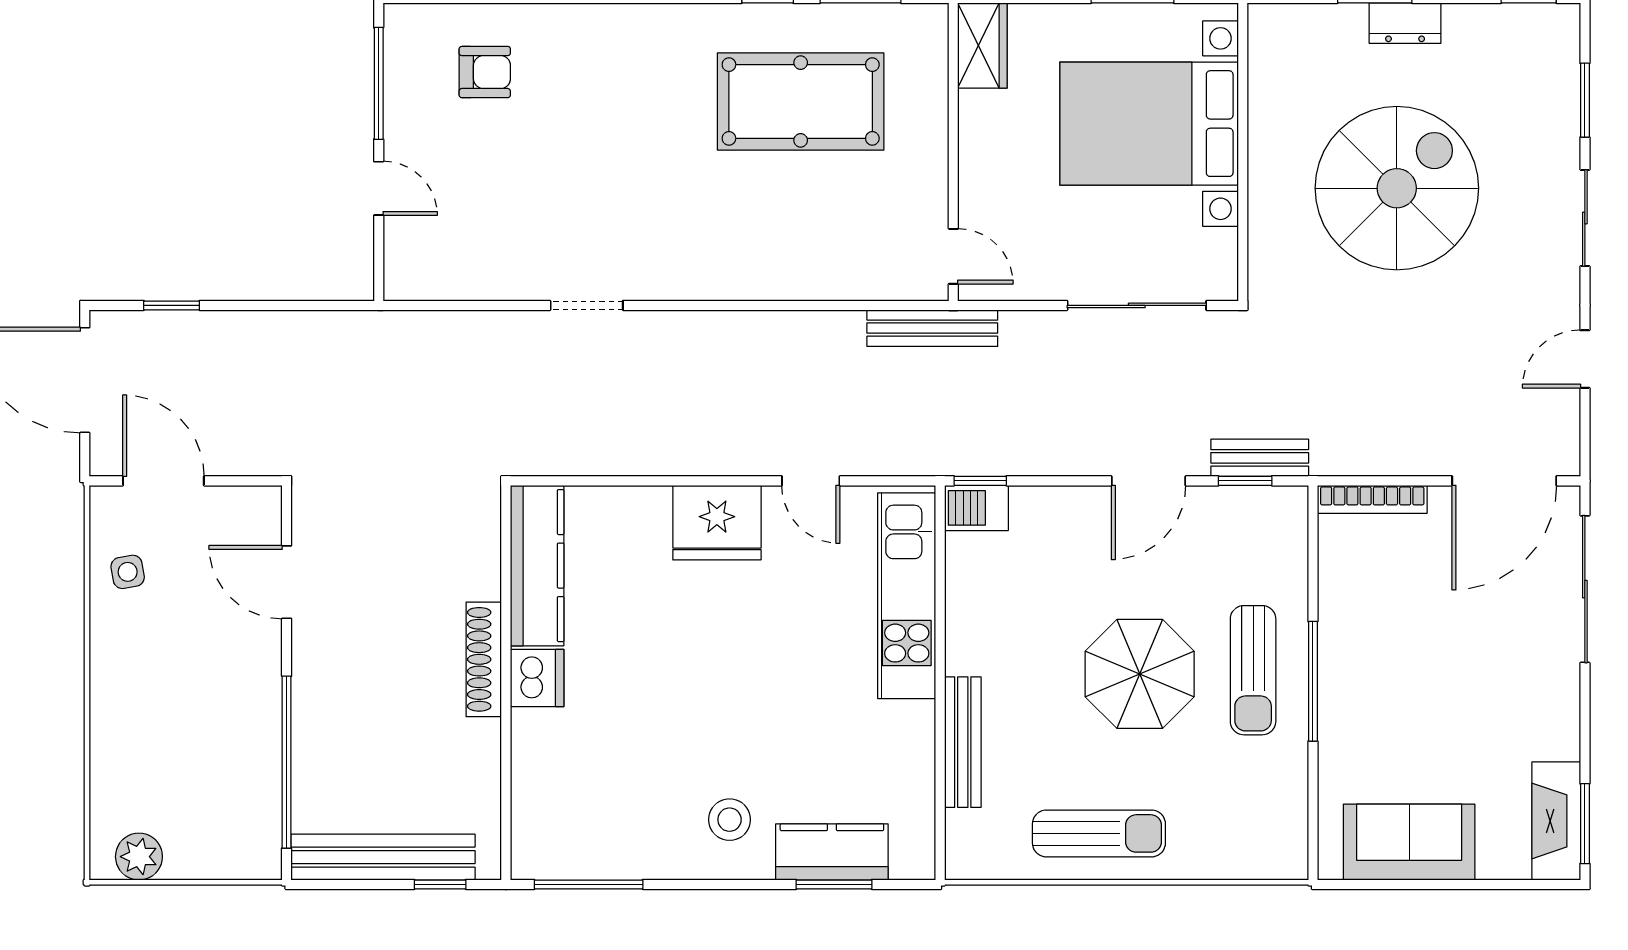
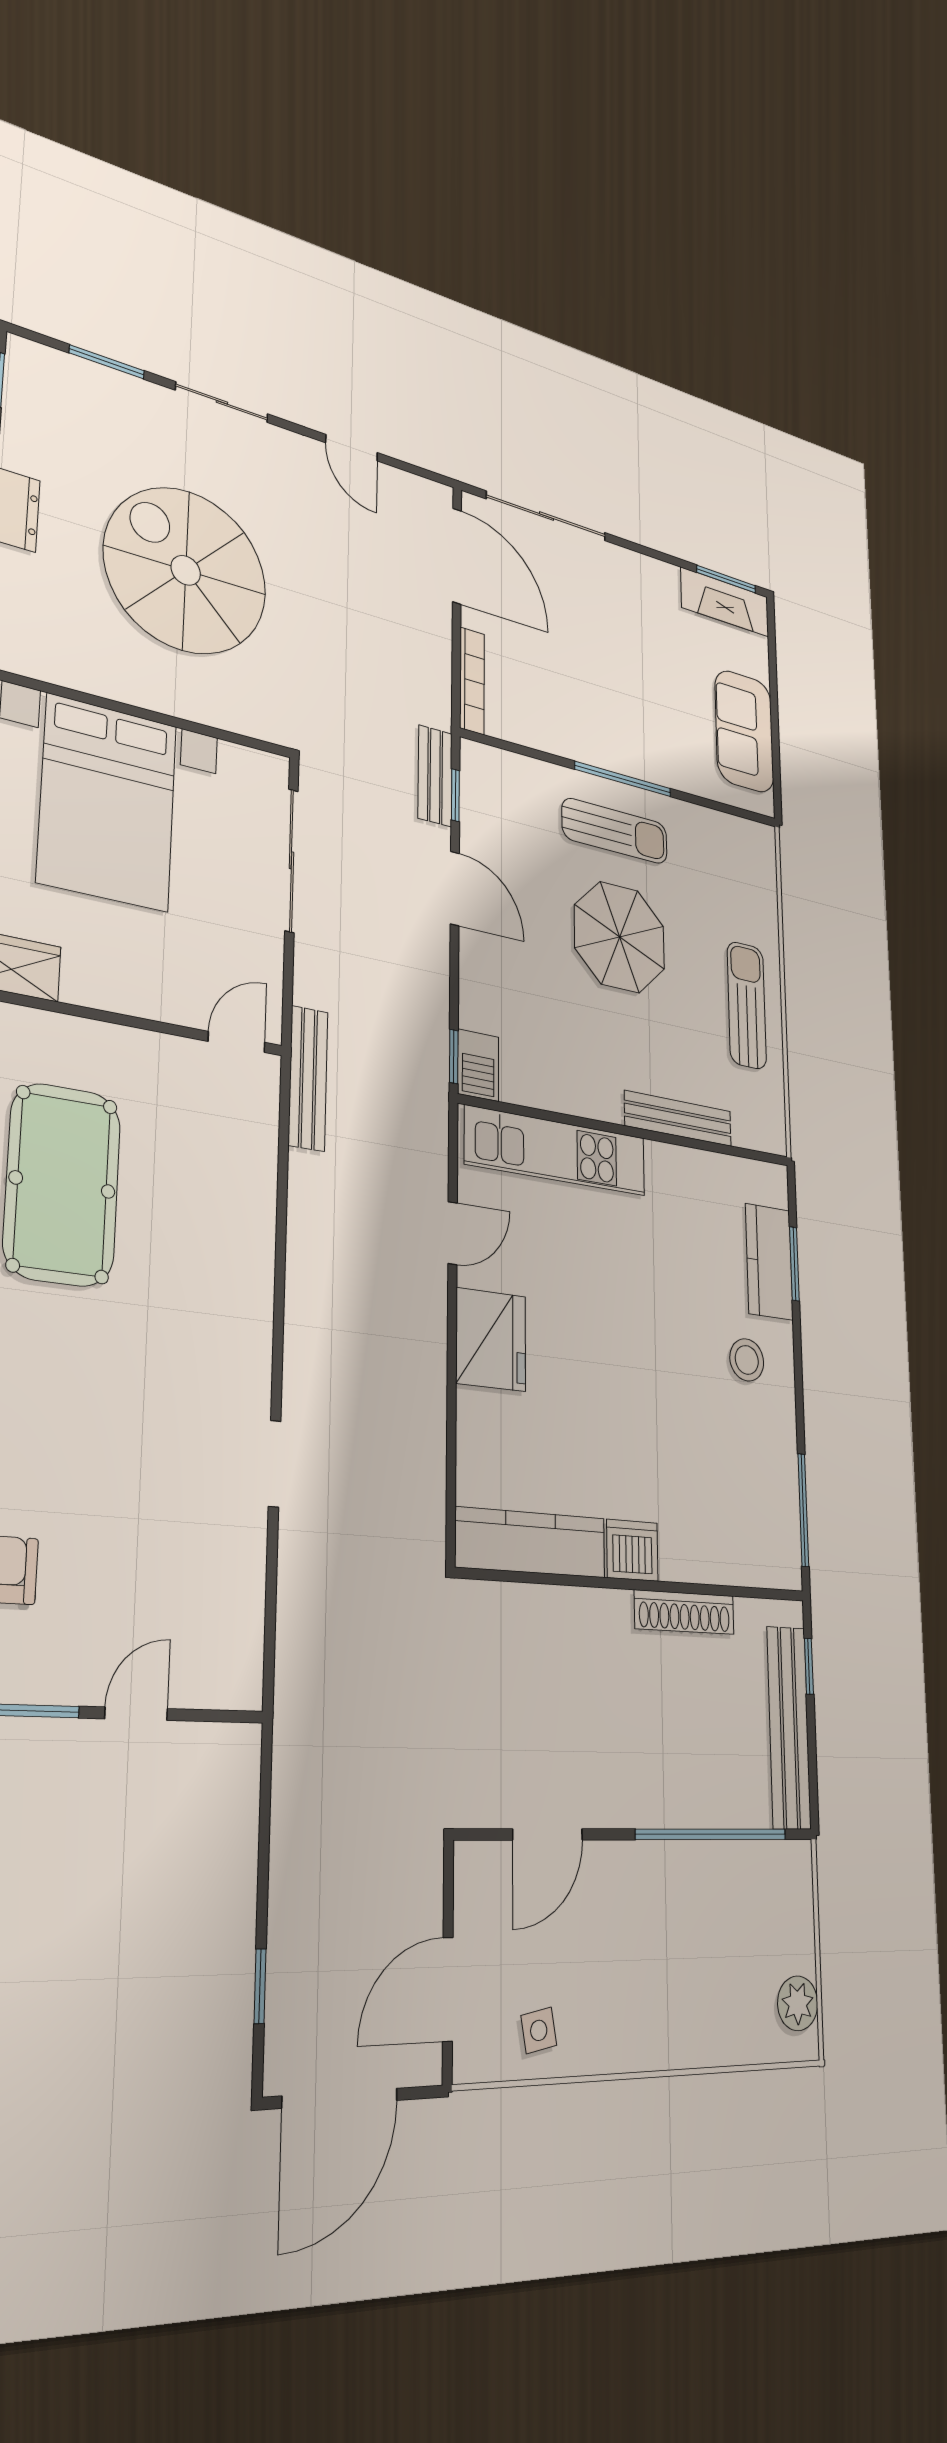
shoe rack: (484, 659) -> (684, 1612), moved

